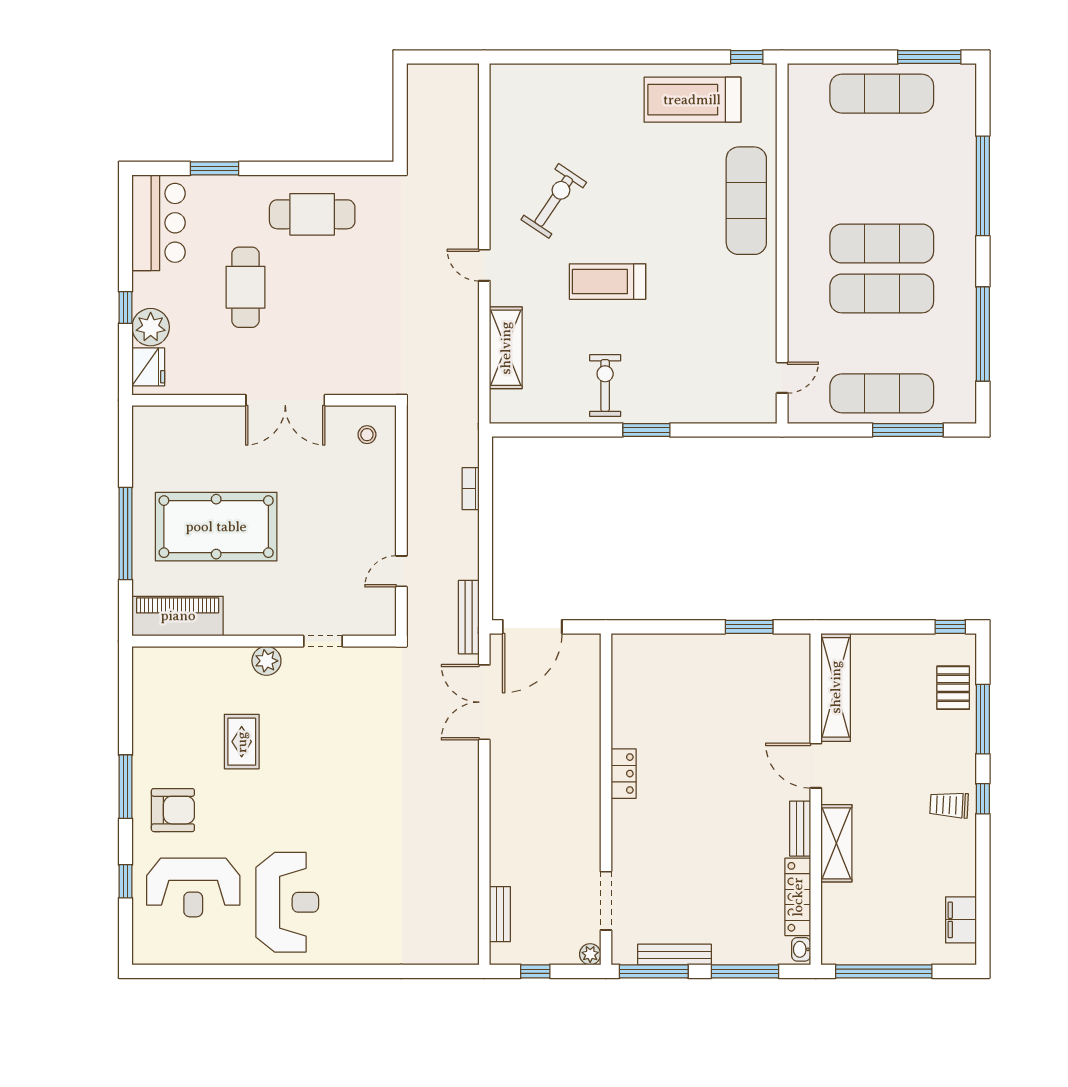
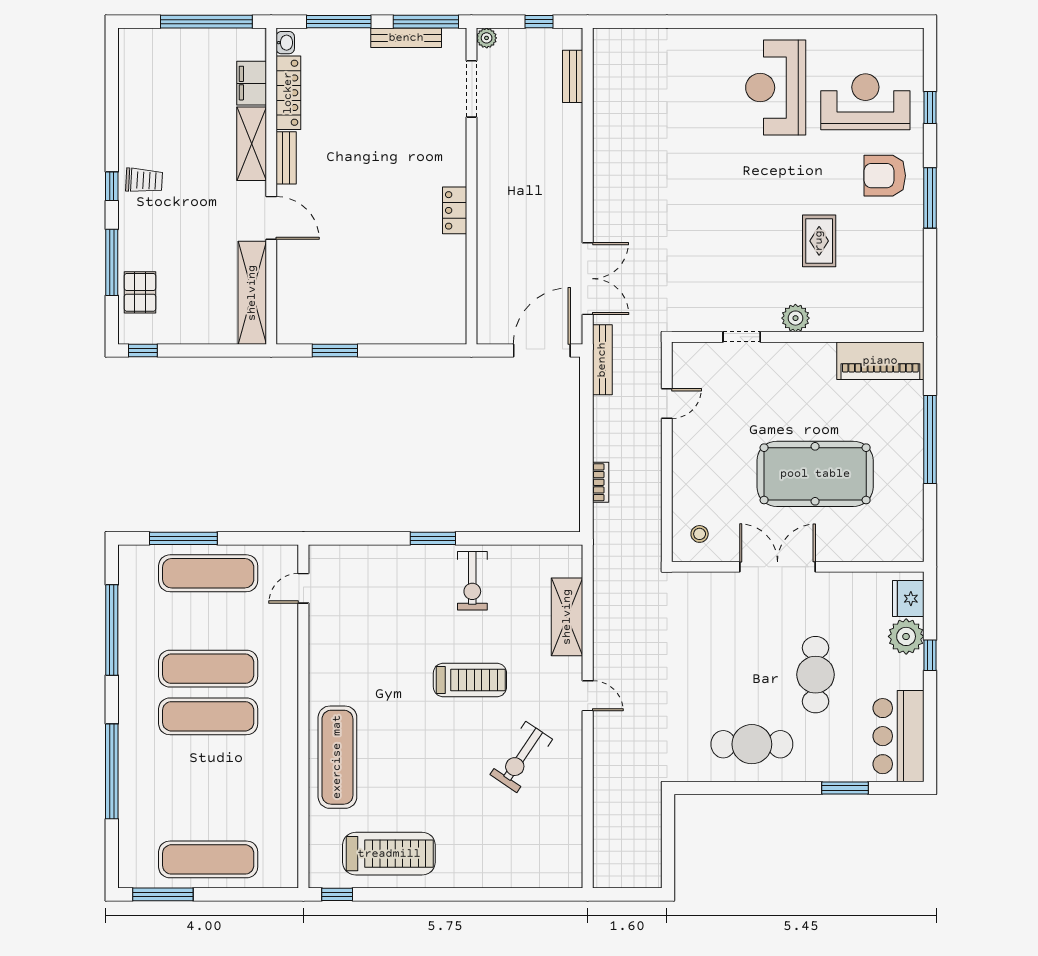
pool table: (216, 527) -> (815, 474), moved
filing cabinet: (961, 920) -> (252, 83), moved, turned 180

